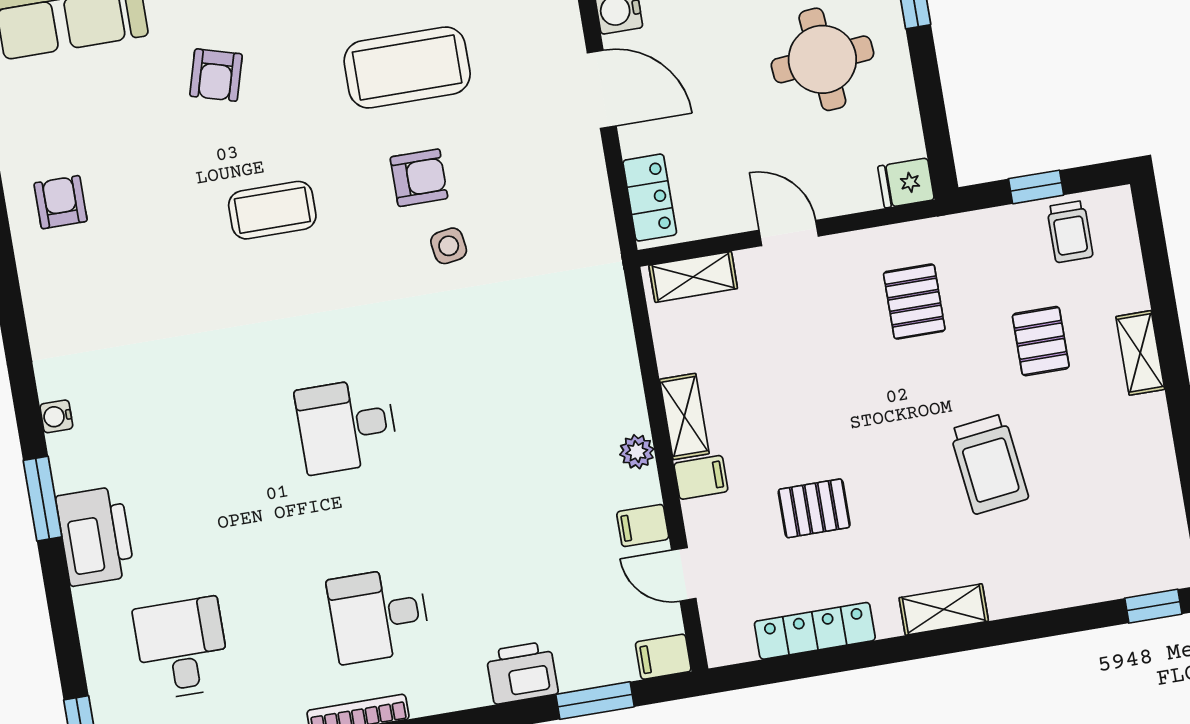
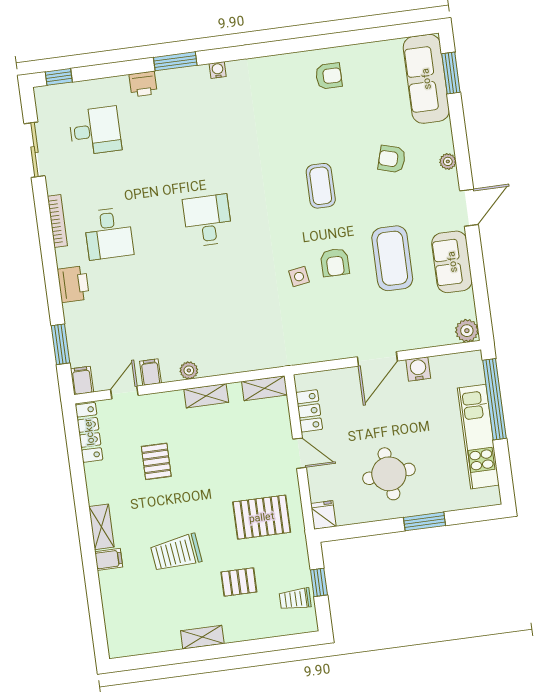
locker: (650, 198) -> (309, 411), moved, turned -90
door: (789, 233) -> (299, 453), hinge flipped
shelving: (693, 277) -> (264, 388), moved, turned 90
pallet: (914, 302) -> (262, 517), width x1.50, depth x1.42
shelving: (1140, 353) -> (202, 637), moved
filing cabinet: (701, 477) -> (109, 559), moved, turned -90
printer: (95, 536) -> (143, 84), width x0.53, depth x0.68
window: (1153, 606) -> (99, 636), removed
desk: (379, 615) -> (109, 234), turned 180
locker: (815, 631) -> (89, 432), moved
printer: (522, 673) -> (73, 284), moved

